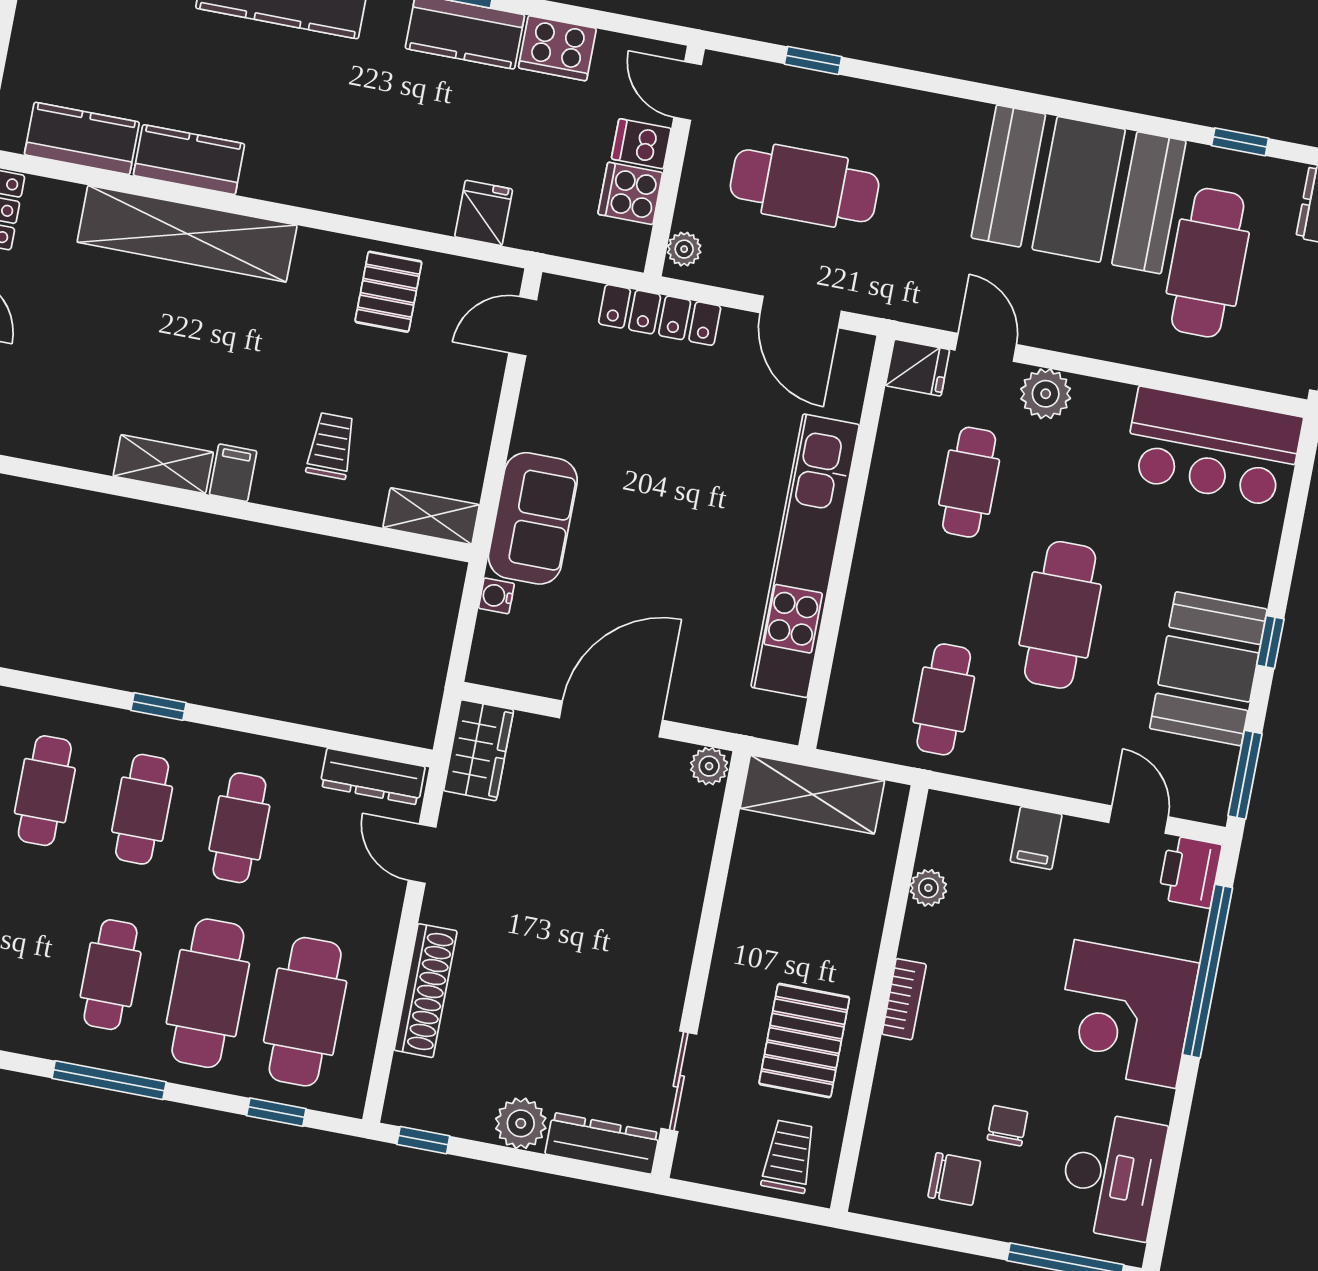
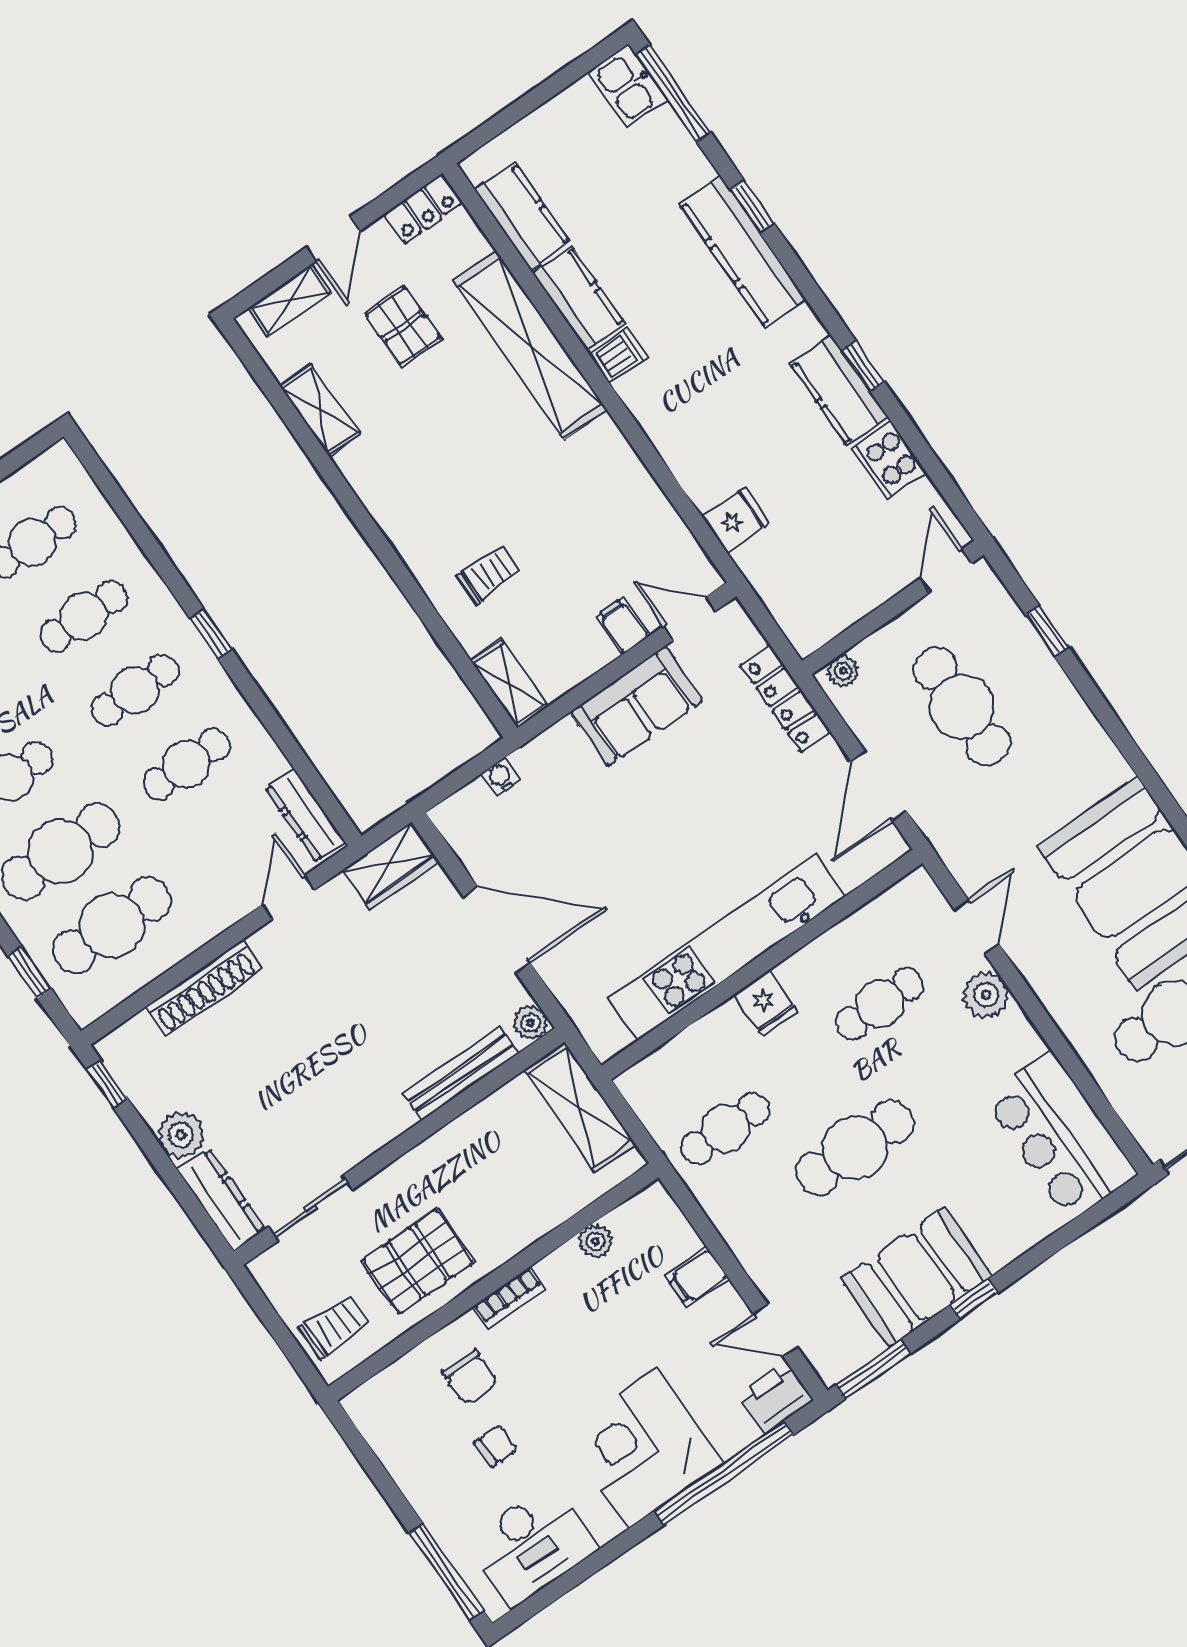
dishwasher: (641, 144) -> (619, 355), moved, turned 90
cooker: (630, 193) -> (844, 601), removed
pallet: (388, 292) -> (403, 326), moved, turned 90
fridge: (918, 368) -> (766, 1003), moved
shelving: (163, 464) -> (320, 410), moved
filing cabinet: (233, 473) -> (623, 626), moved, turned -90
sofa: (533, 518) -> (636, 706), moved
door: (1138, 820) -> (775, 1330), swing flipped
bench: (693, 860) -> (461, 1074), added
chair: (954, 1179) -> (470, 1377), moved

